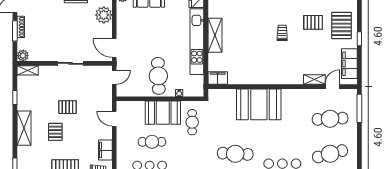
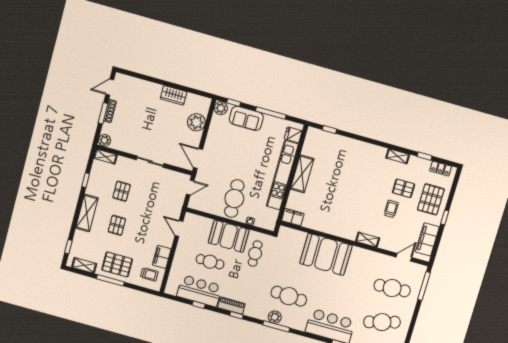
trolley: (282, 33) -> (391, 209), moved
shelving: (314, 80) -> (368, 240), moved
pallet: (67, 107) -> (122, 191), moved, turned 90

